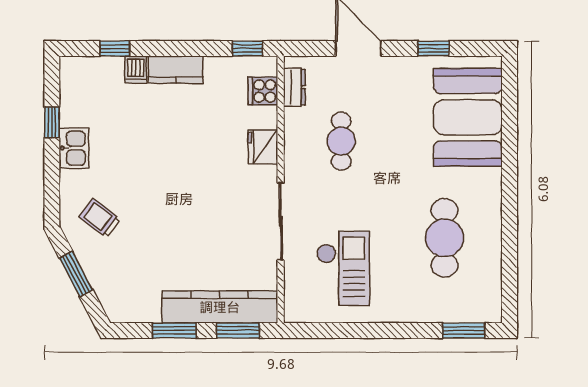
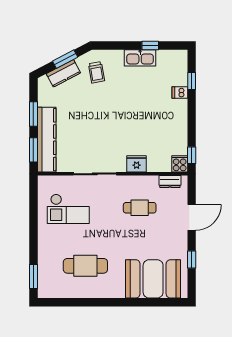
kitchen counter: (176, 70) -> (63, 73), moved, turned -118
cooker: (263, 91) -> (180, 164), moved
kitchen sink: (74, 148) -> (140, 58), width x1.38
trolley: (100, 218) -> (97, 72), turned 133

